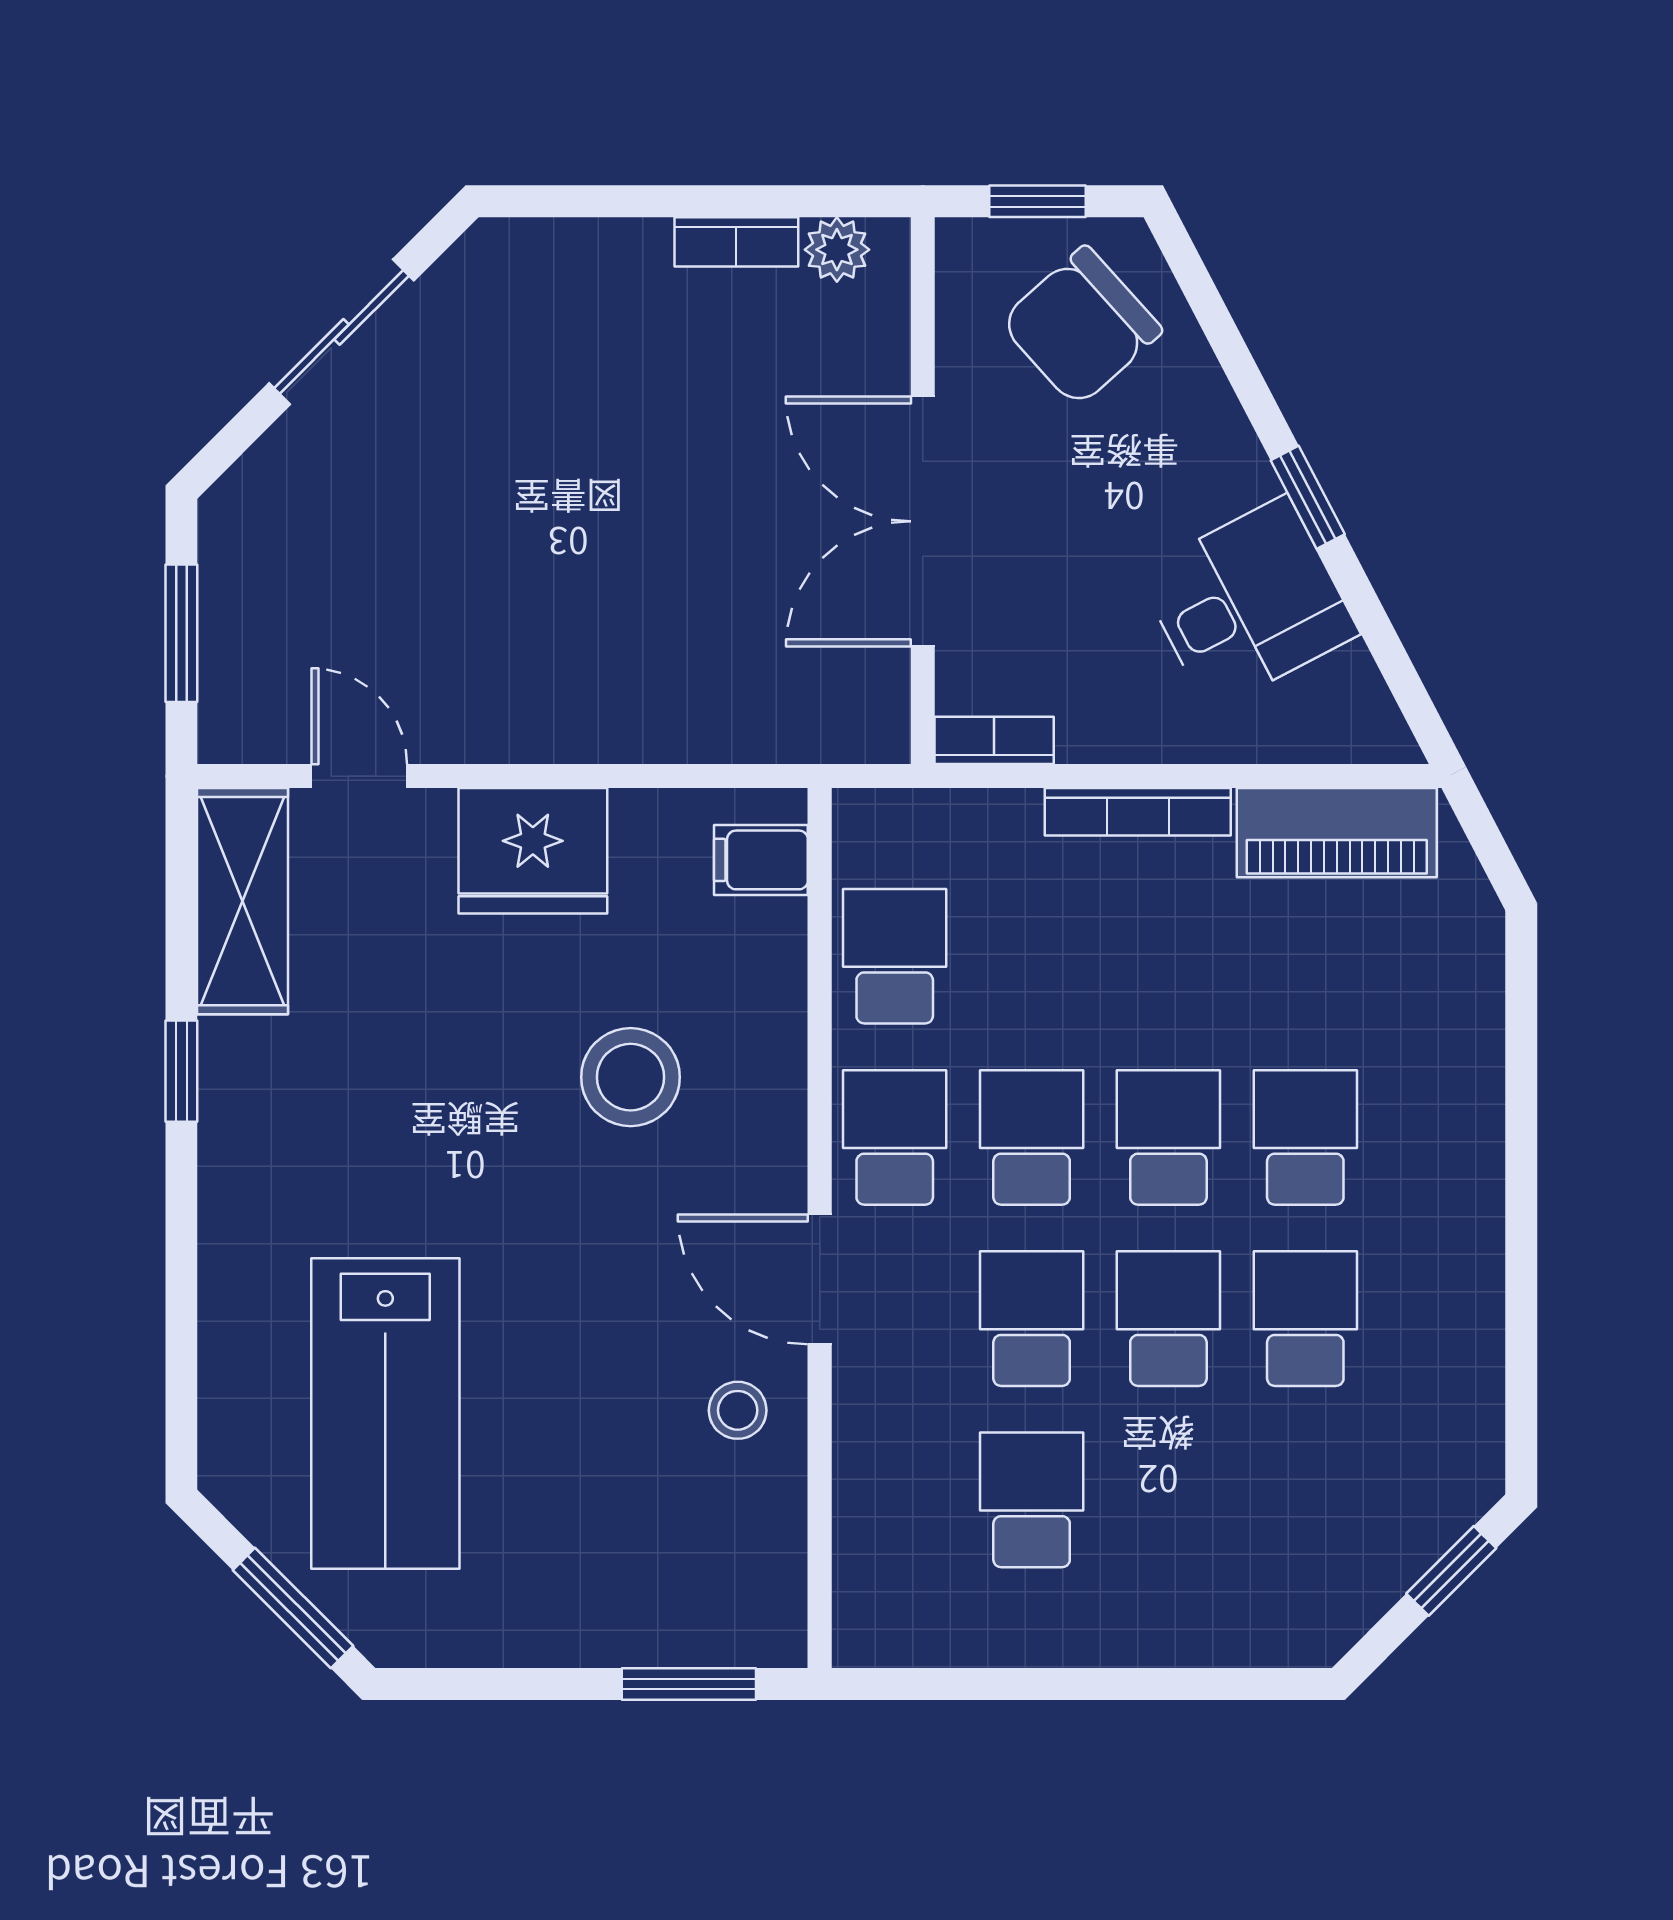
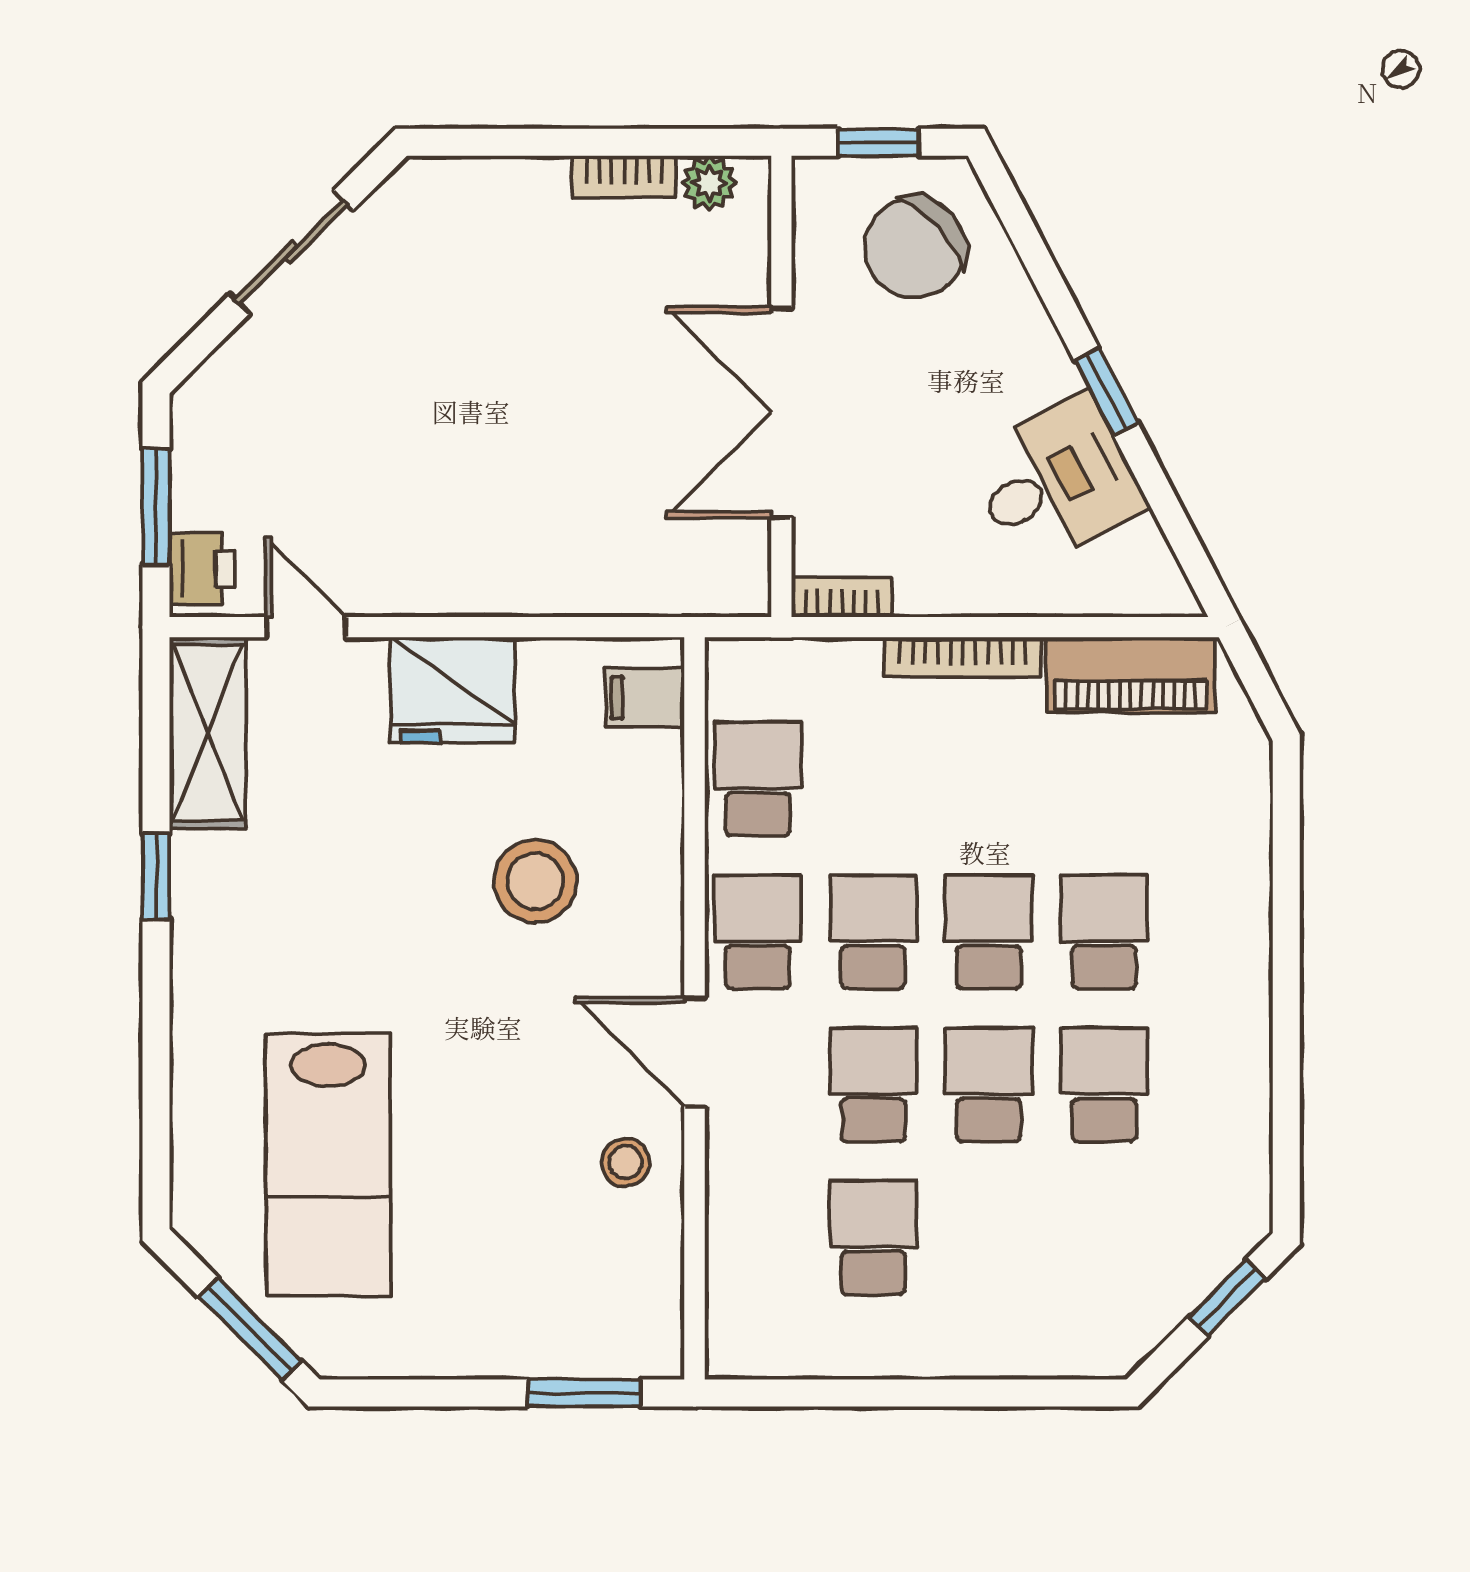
printer: (236, 707) -> (202, 569), added

